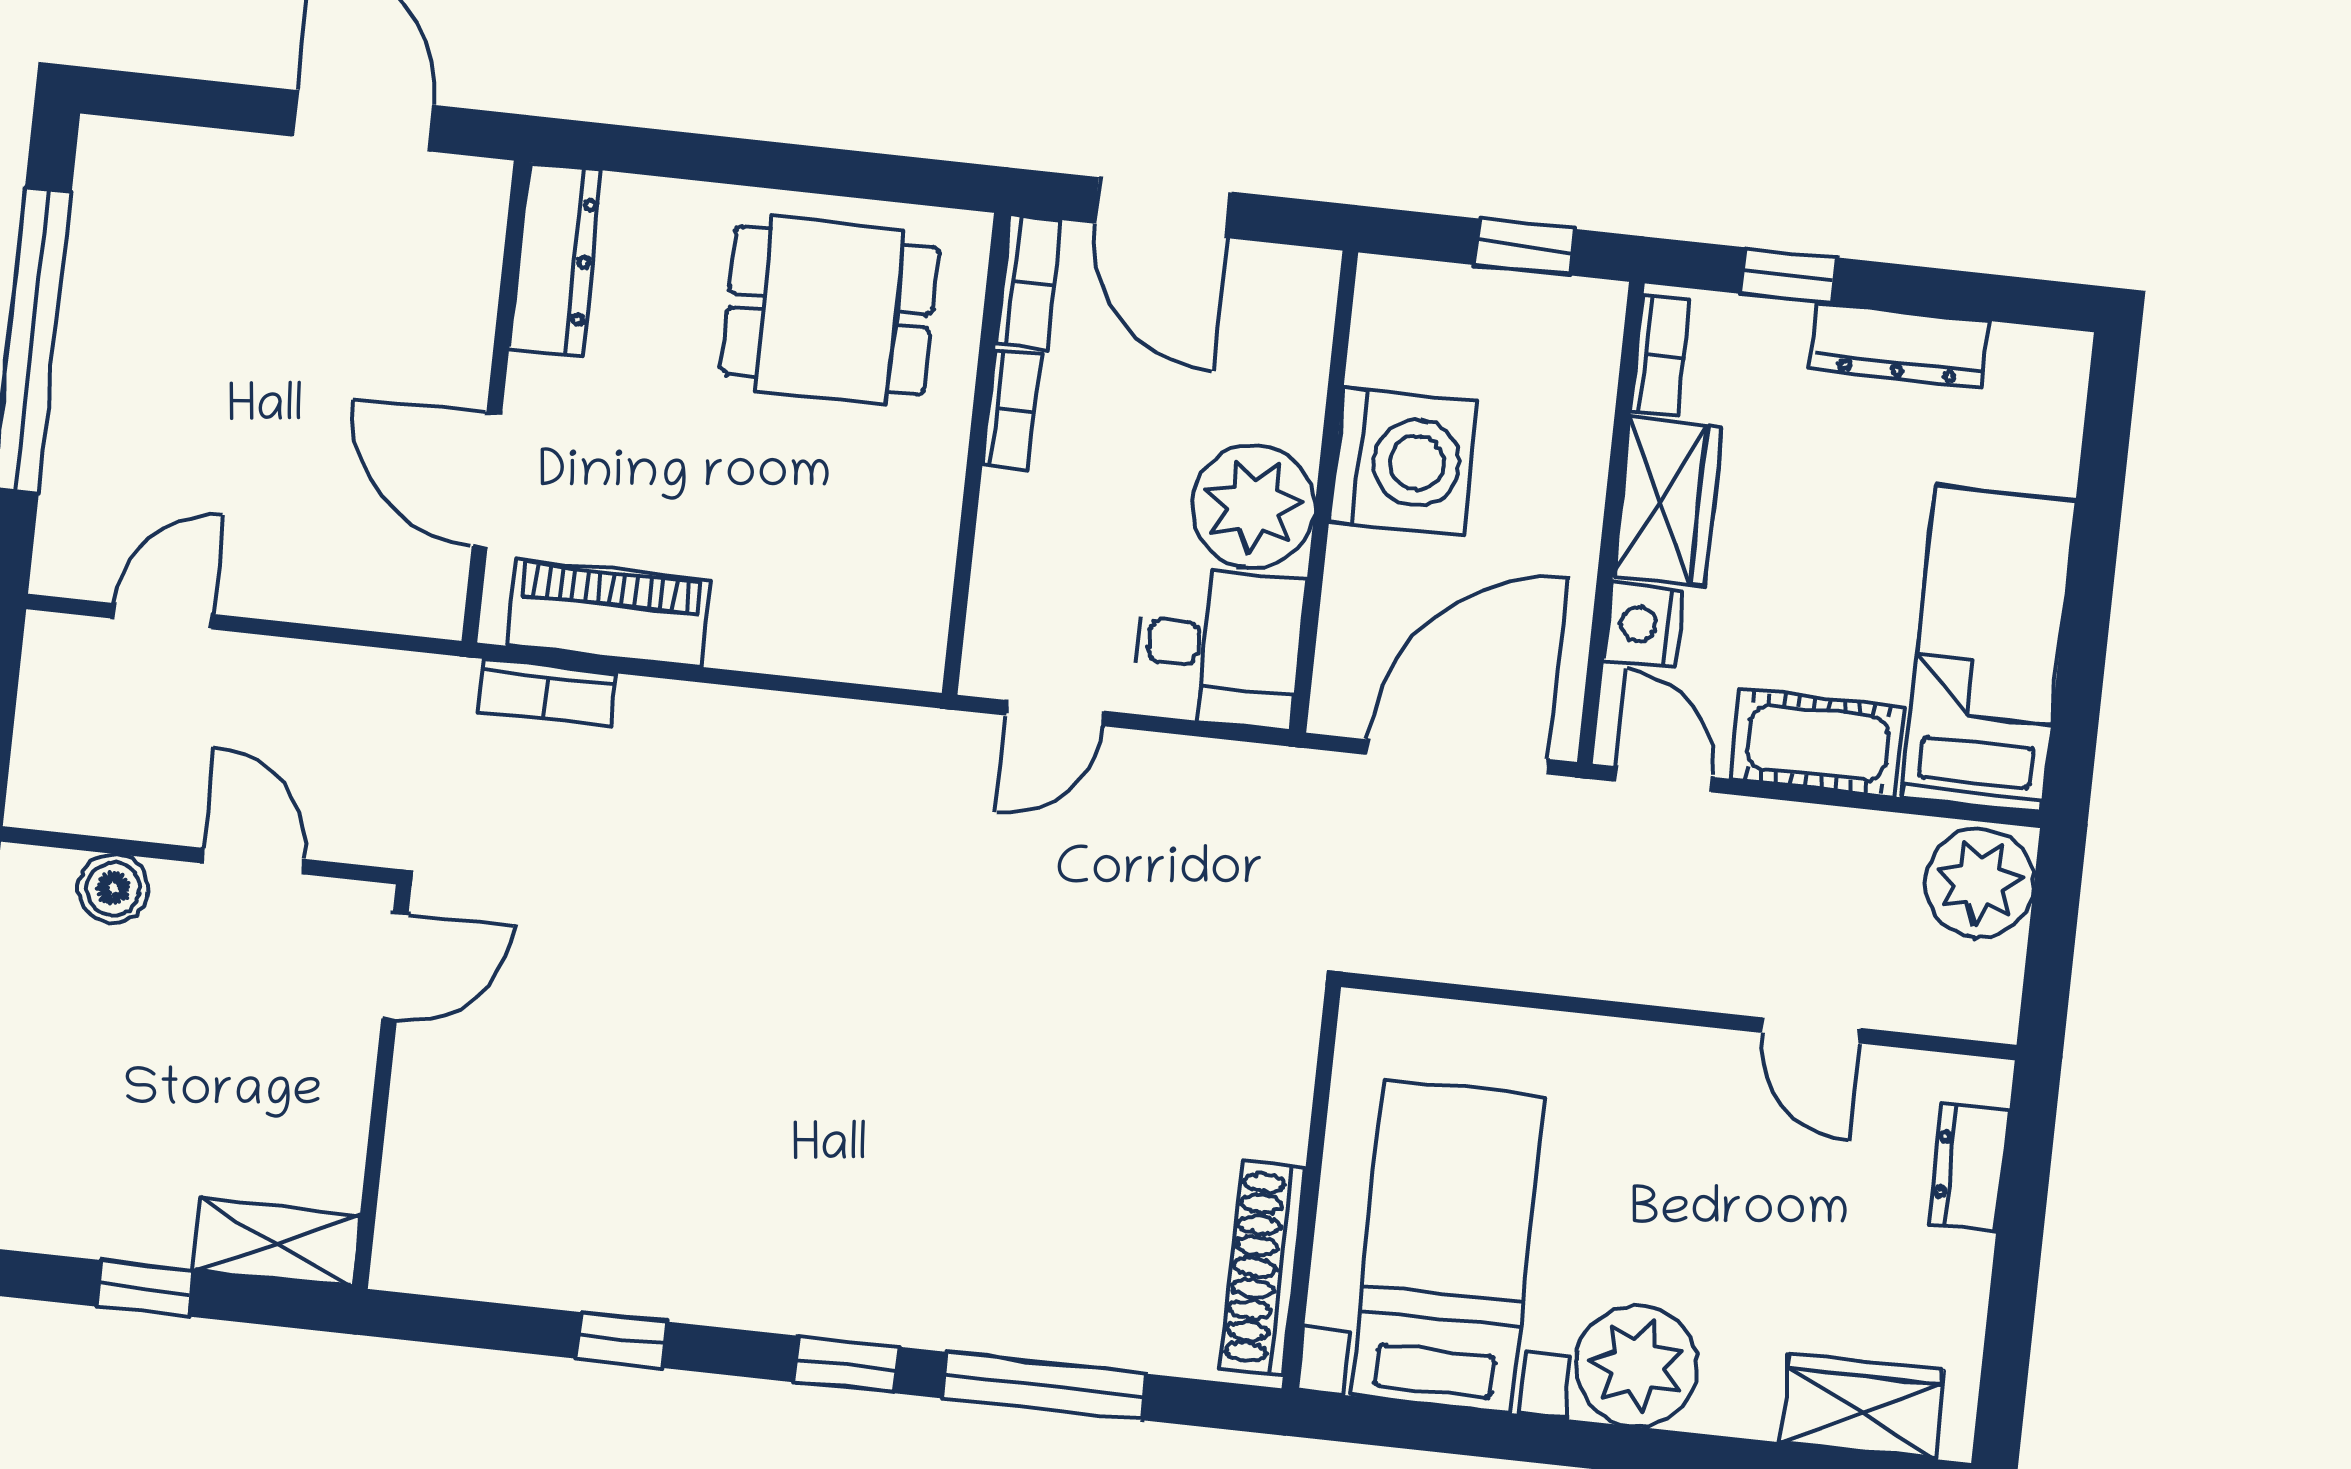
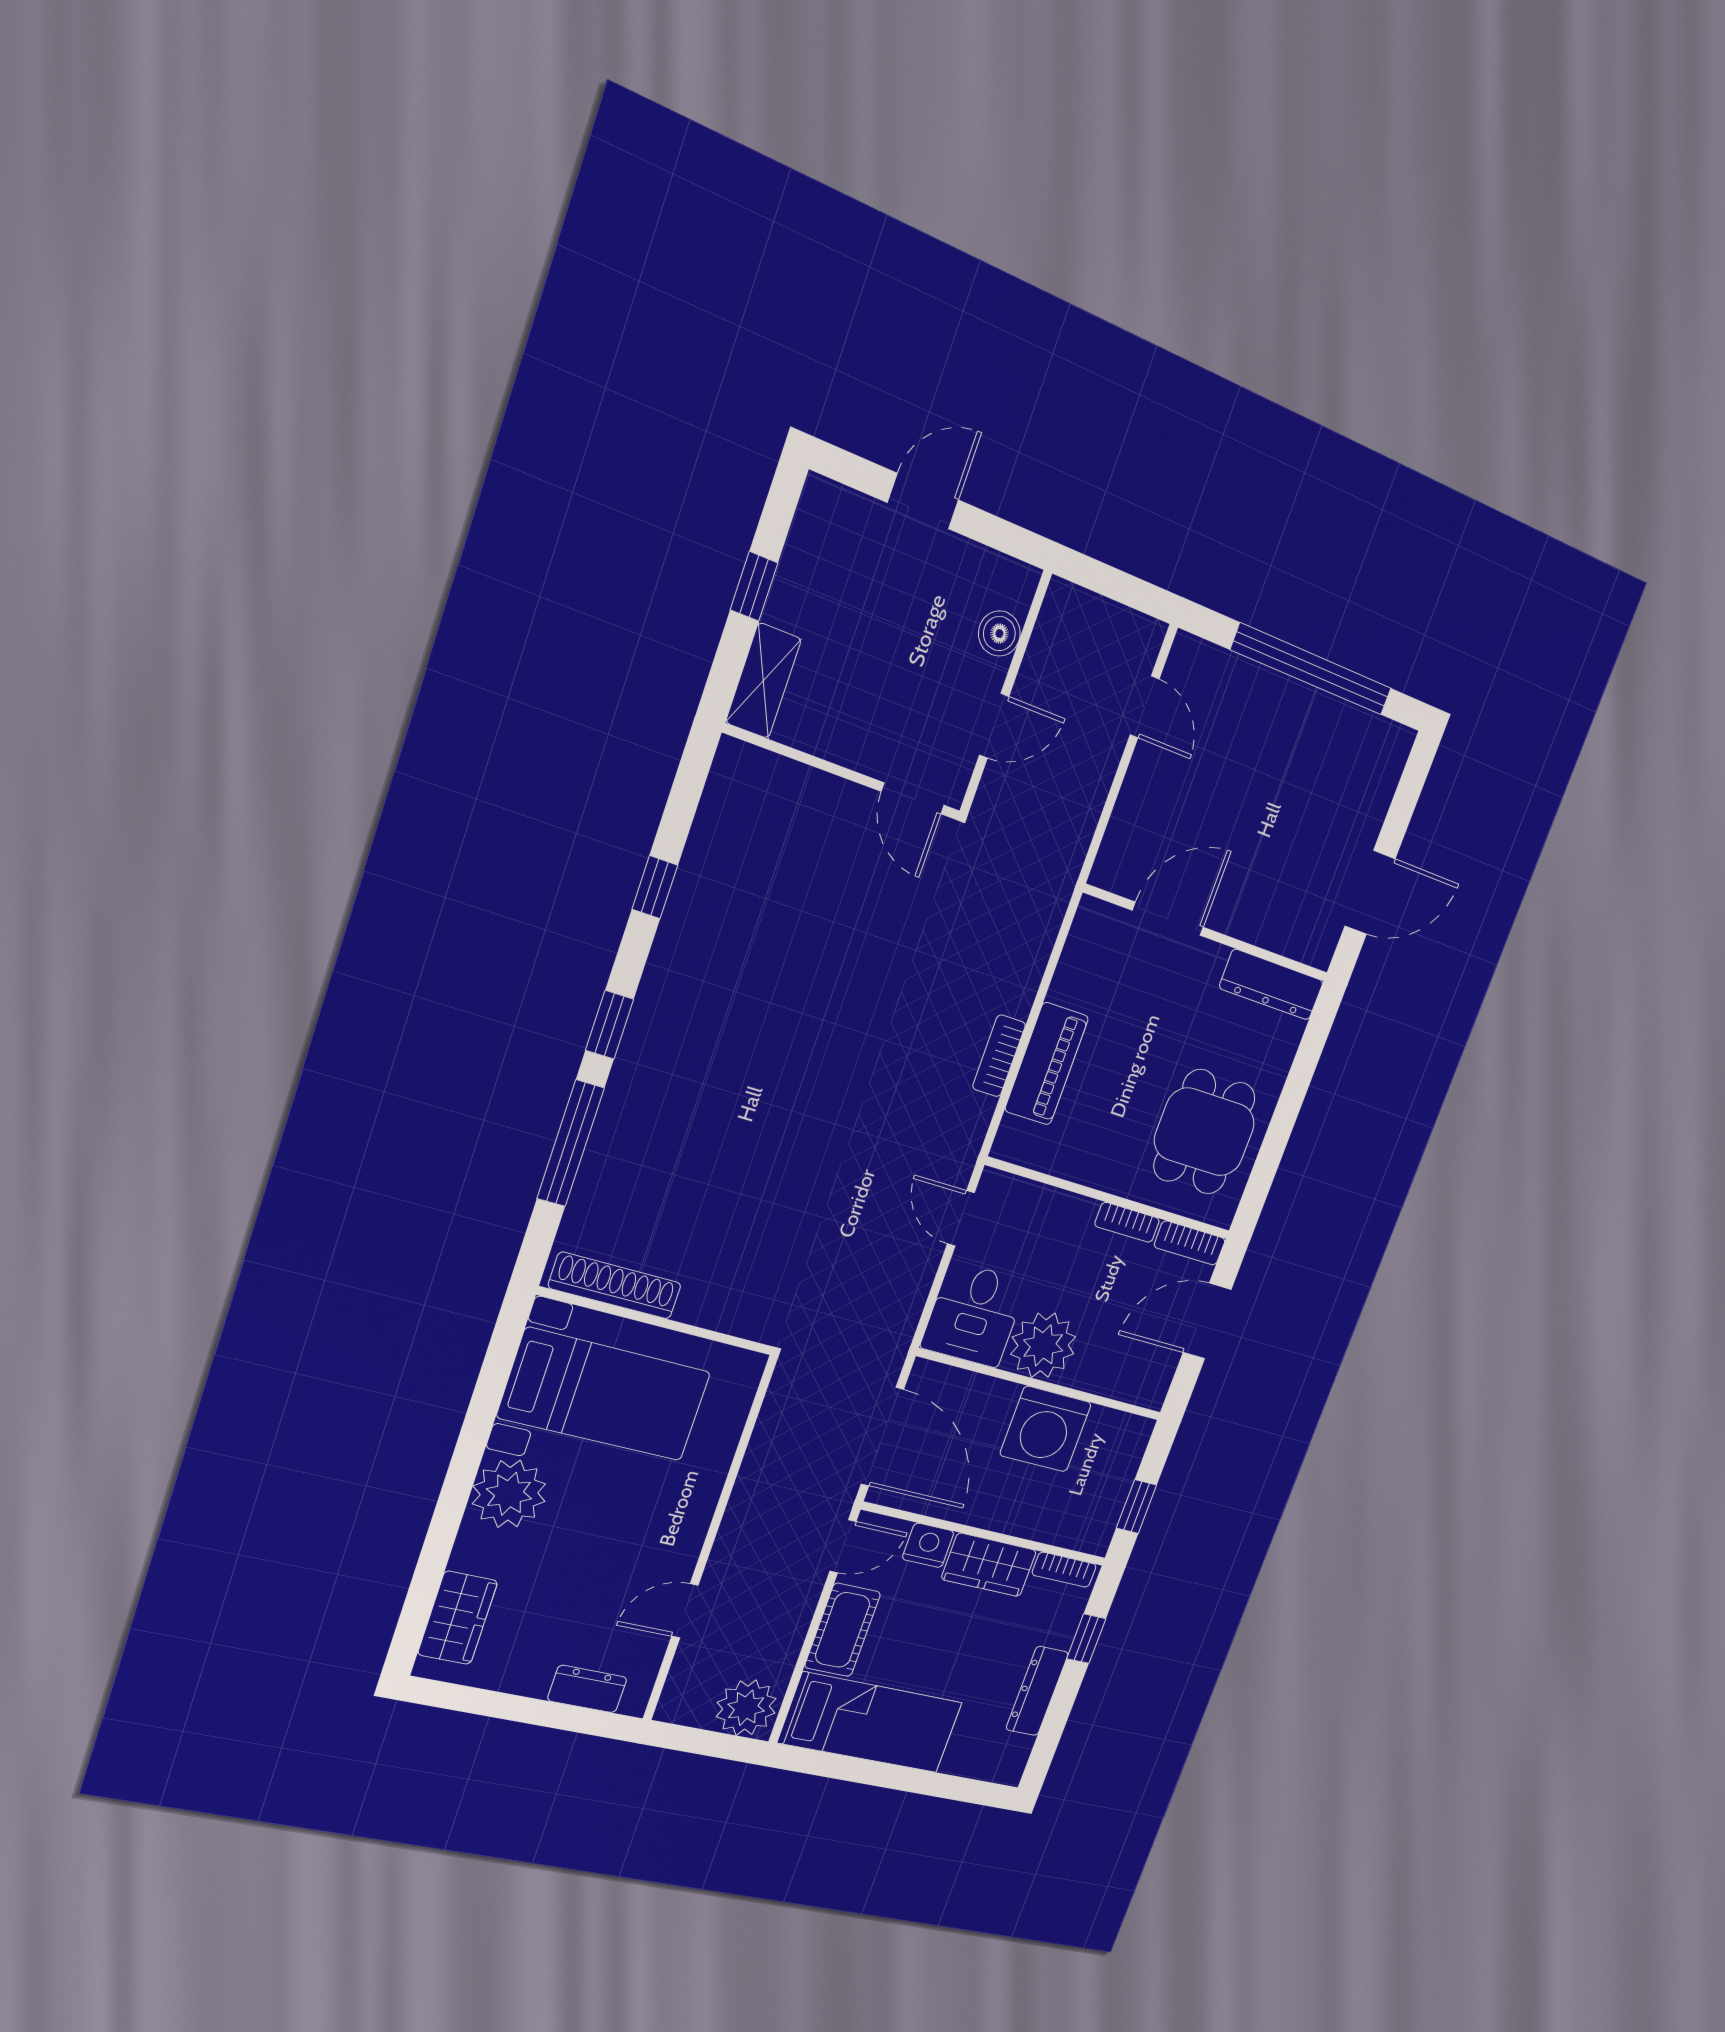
piano: (609, 613) -> (1047, 1064), moved
bookcase: (546, 692) -> (999, 1056), moved

